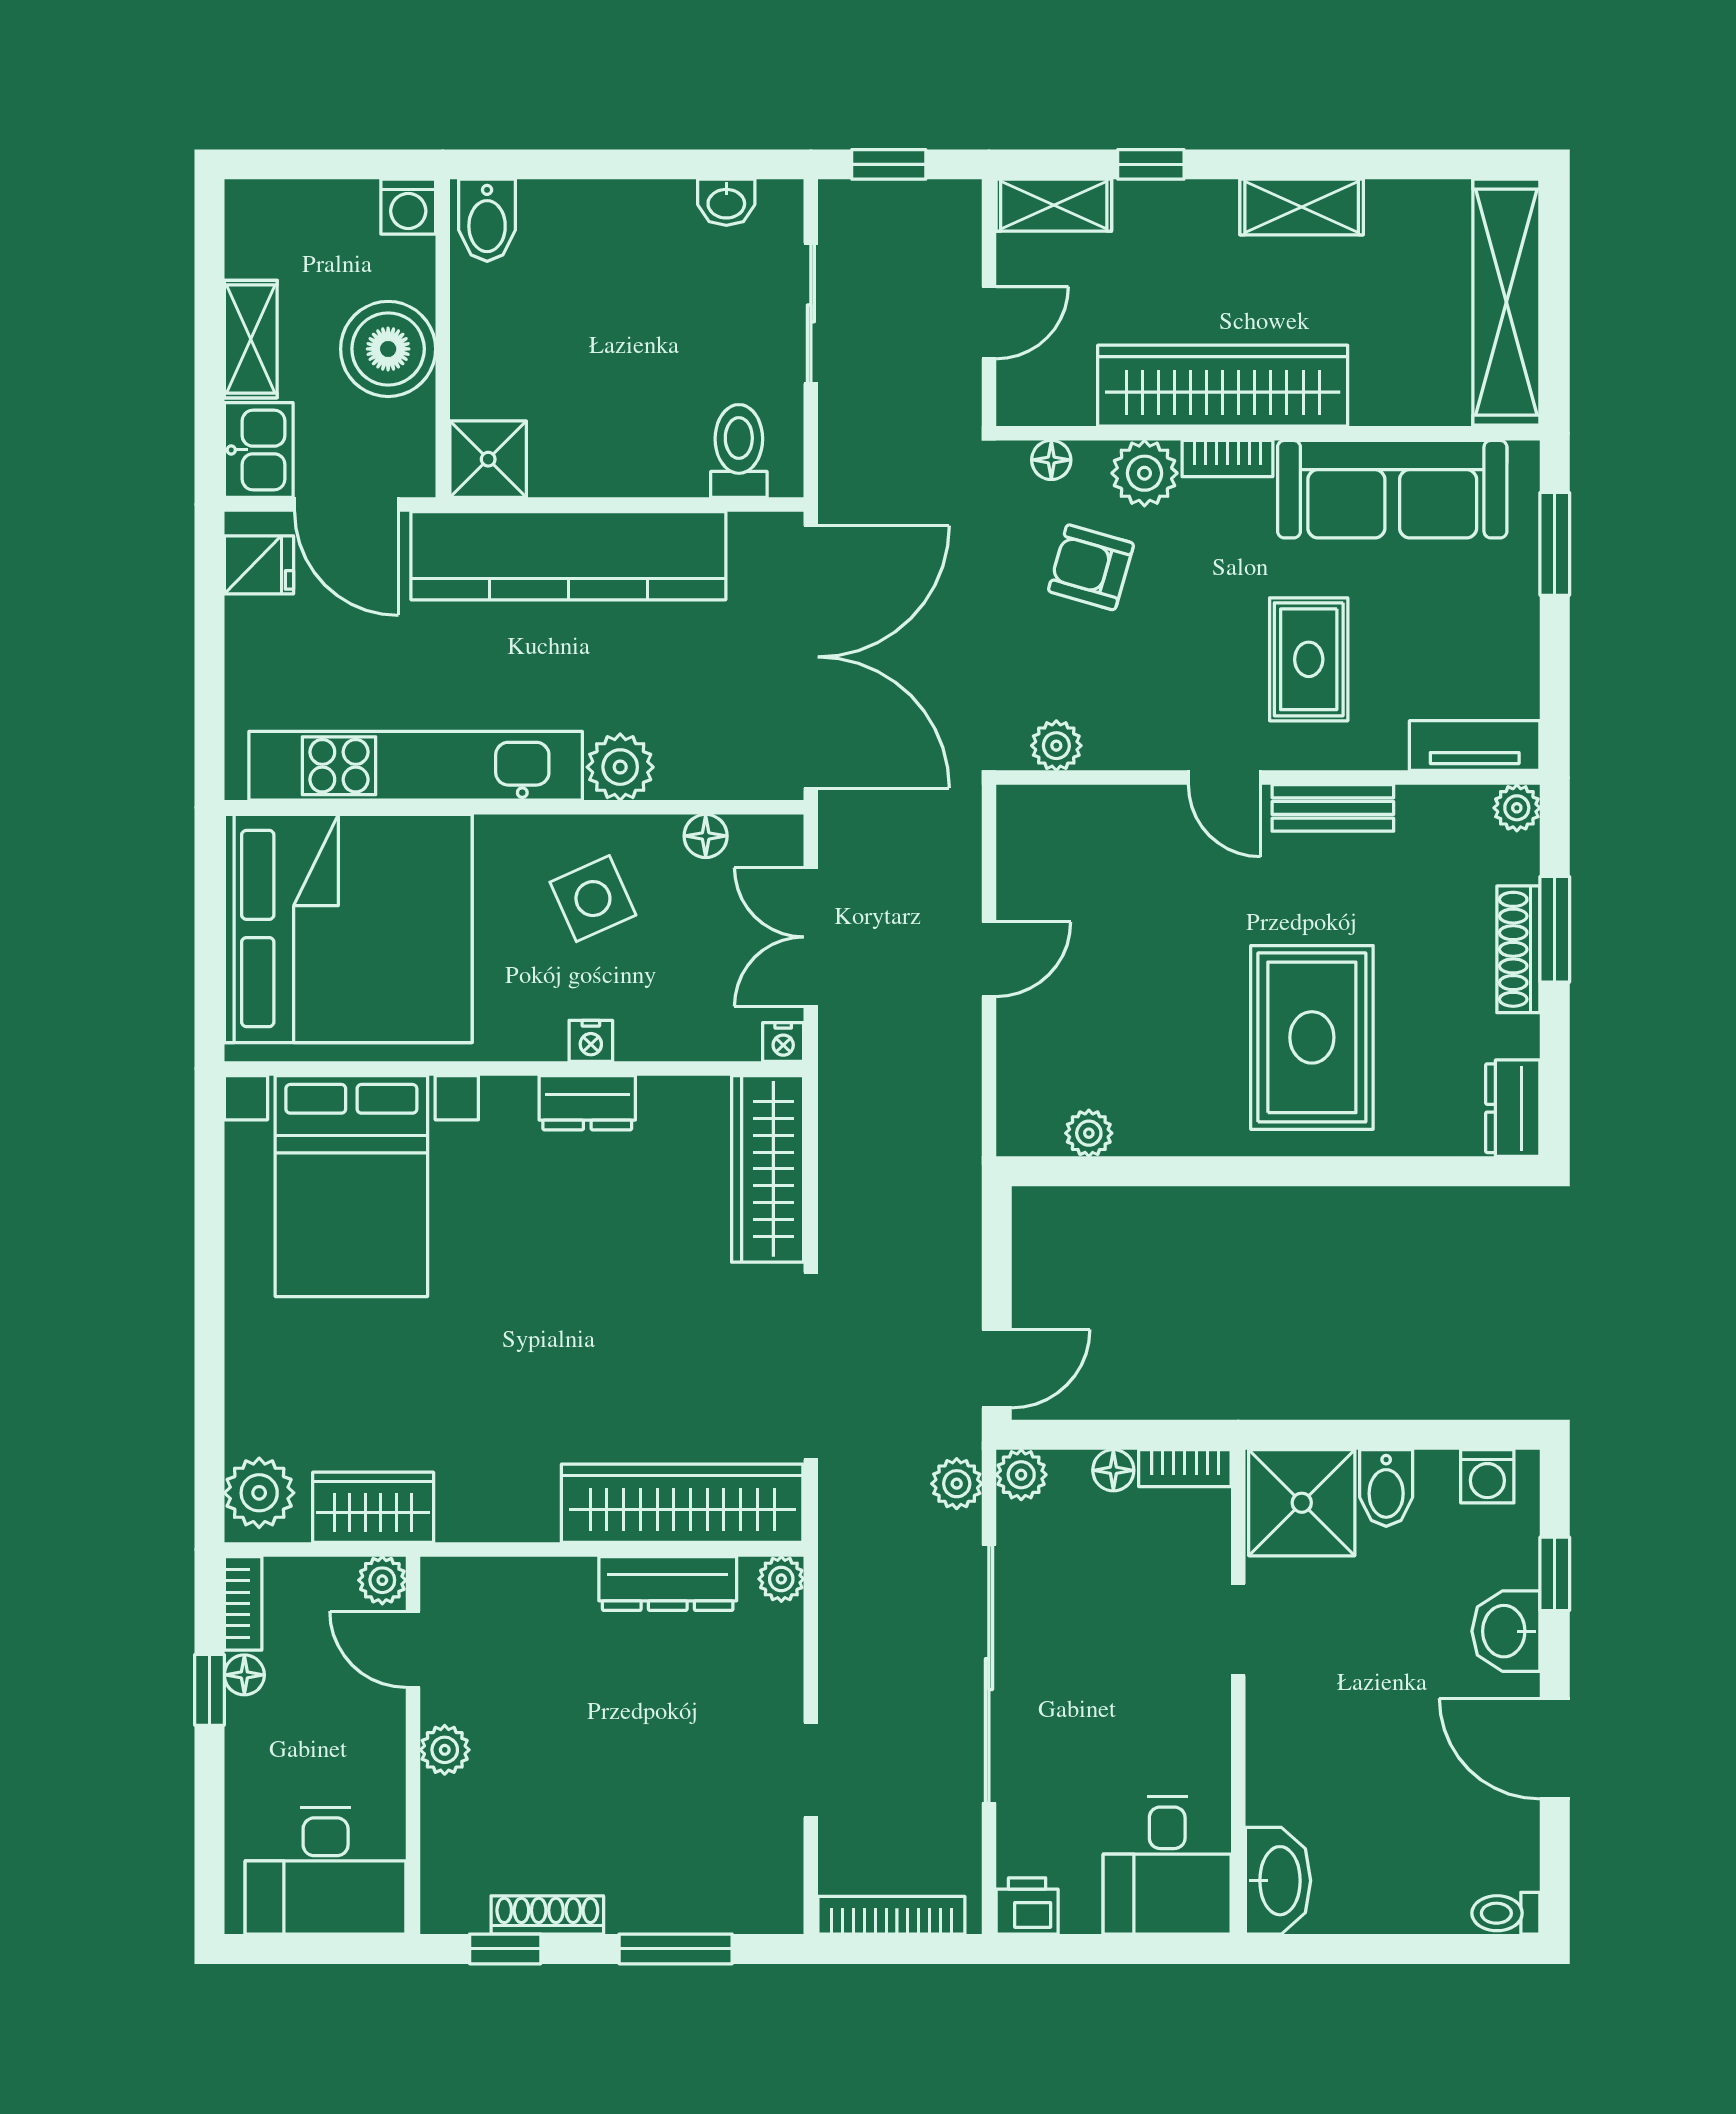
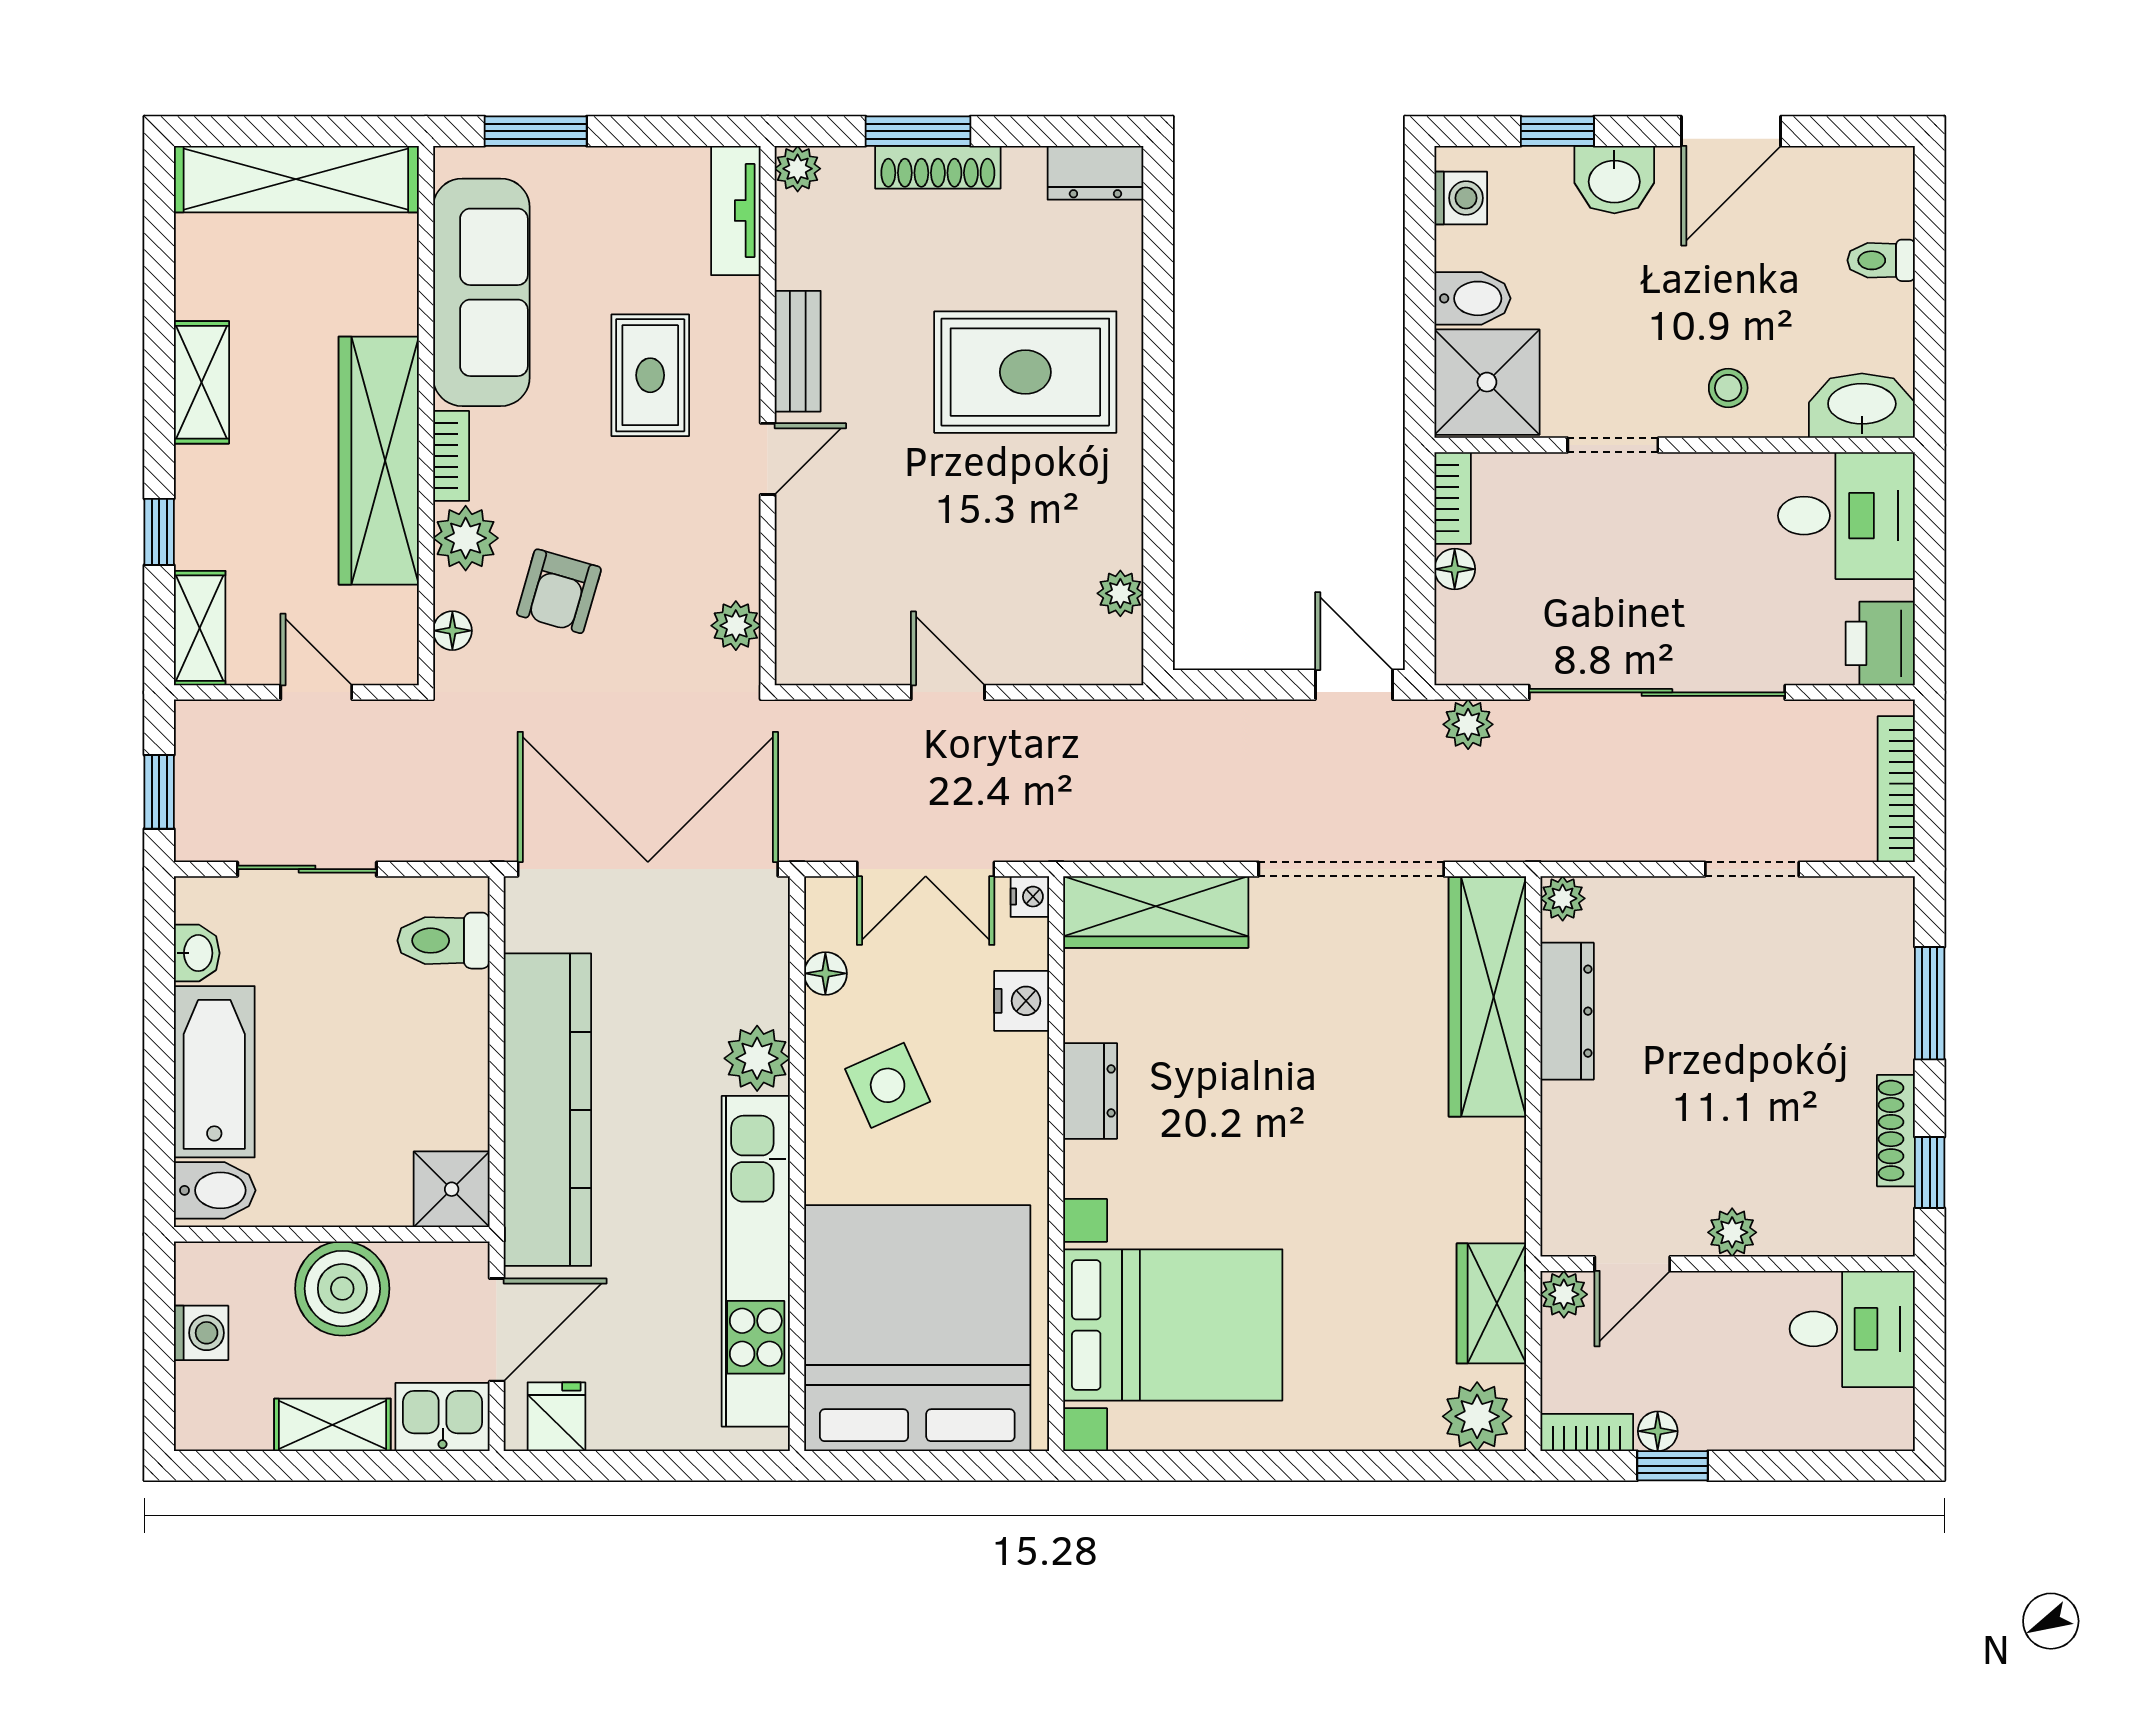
washing machine: (408, 207) -> (201, 1333), moved
bathtub: (607, 220) -> (214, 1072), added
rug: (1309, 659) -> (650, 375), turned 90
nightstand: (591, 1041) -> (1022, 1001), moved, width x1.39, depth x1.35
plant: (1021, 1475) -> (1459, 660), removed
stool: (1296, 1746) -> (1728, 388), added
desk: (326, 1871) -> (1852, 1329), width x0.73
printer: (1027, 1906) -> (1880, 643), width x1.36, depth x1.24
toilet: (1506, 1913) -> (1881, 260), moved, turned 90

